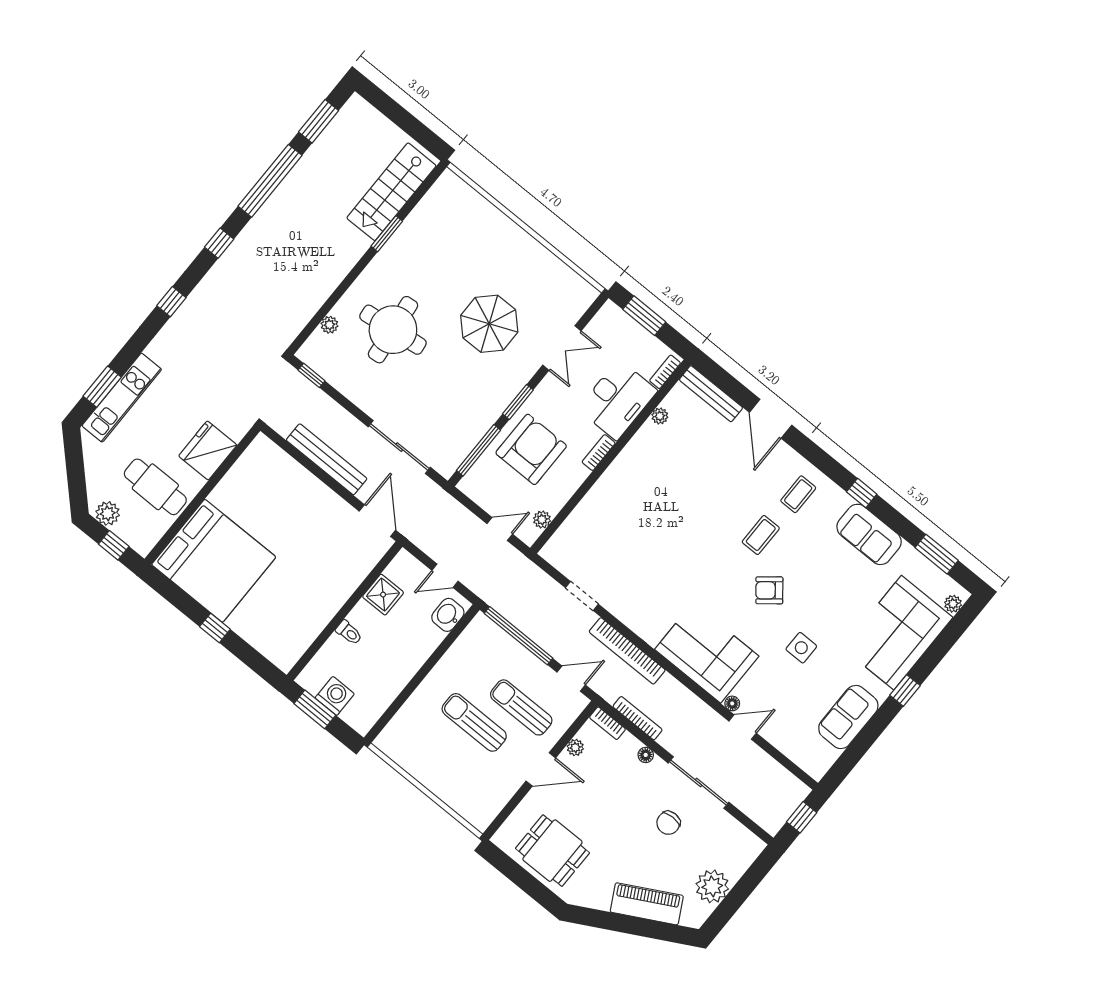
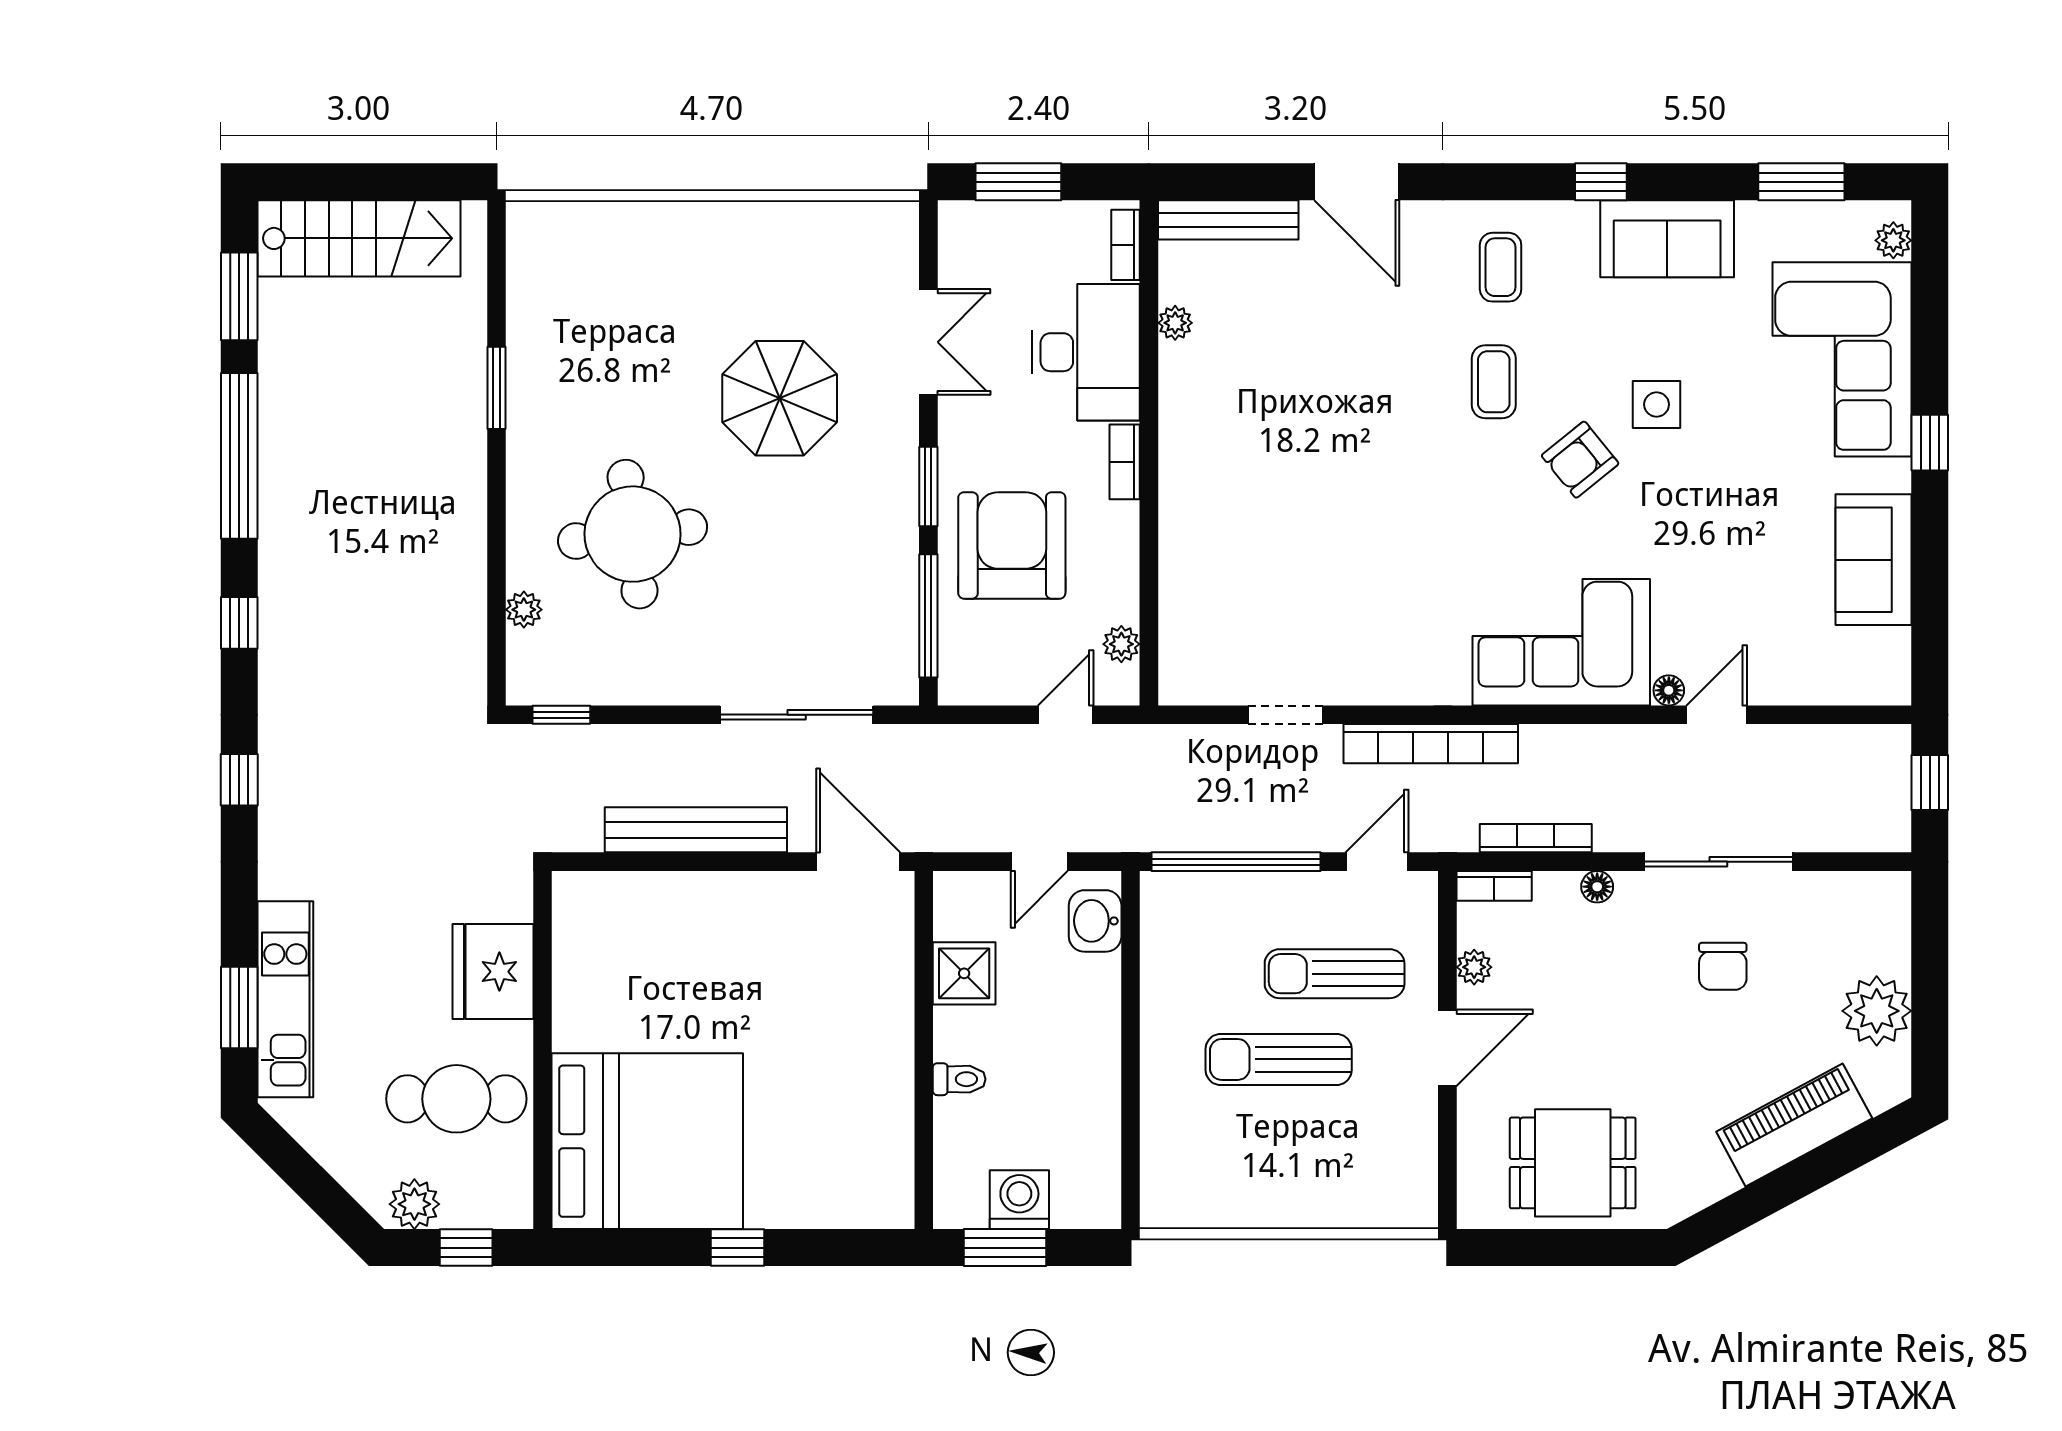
stairs: (391, 192) -> (359, 238), moved, turned -90
side table: (801, 648) -> (1657, 405), moved

